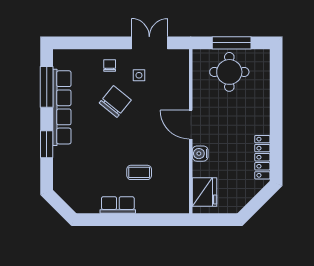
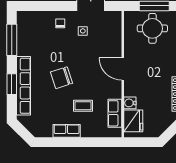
chair: (115, 101) -> (62, 78), moved, turned -147
row of seats: (62, 107) -> (23, 86), moved
water cooler: (200, 154) -> (130, 103), moved
row of seats: (180, 182) -> (115, 113), added

